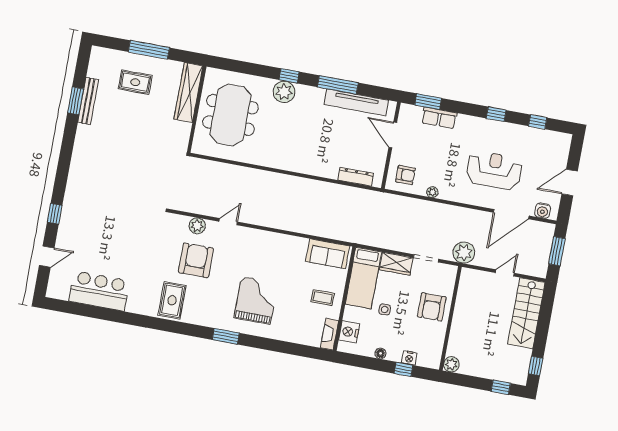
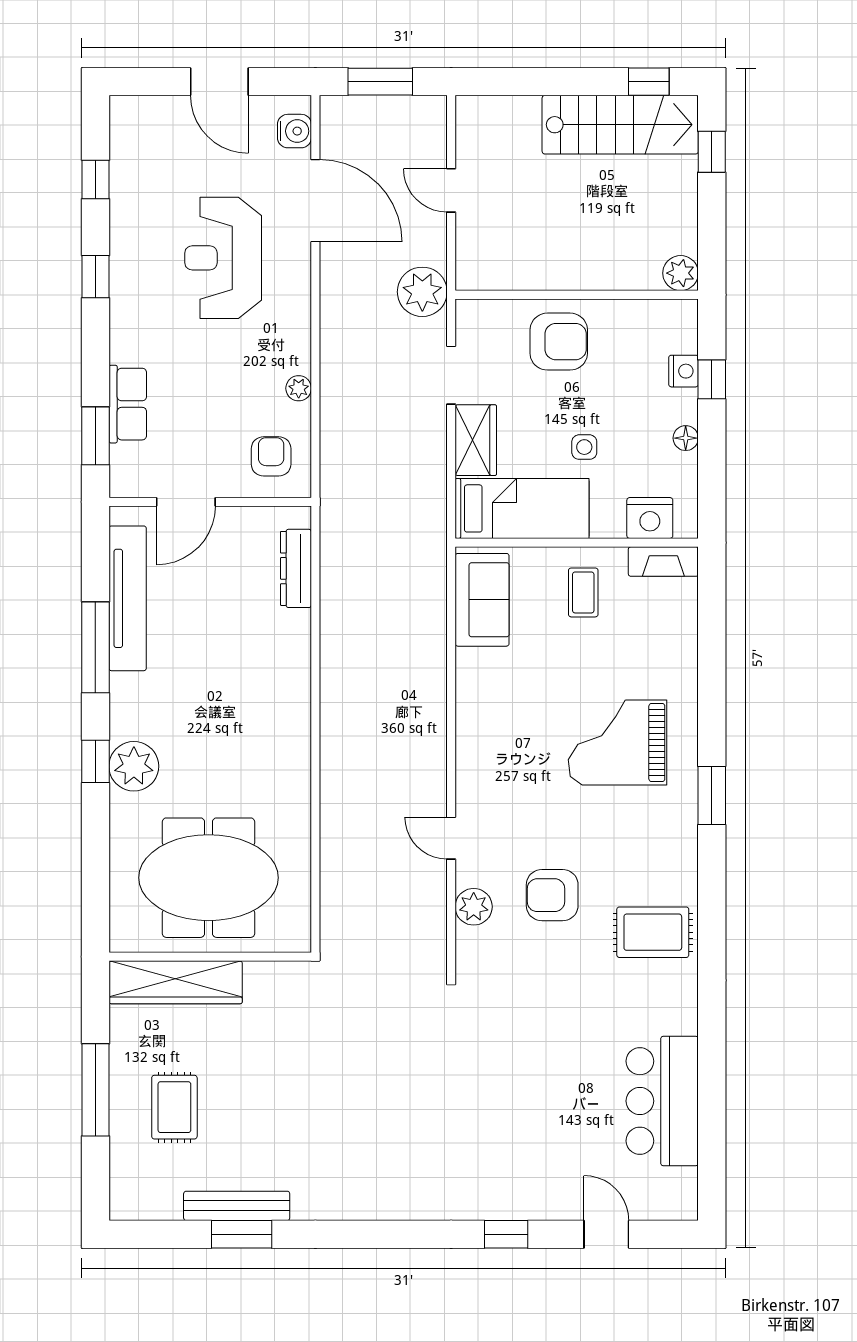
armchair: (196, 260) -> (552, 895), width x0.73, depth x0.73
stairs: (526, 313) -> (620, 125), moved

